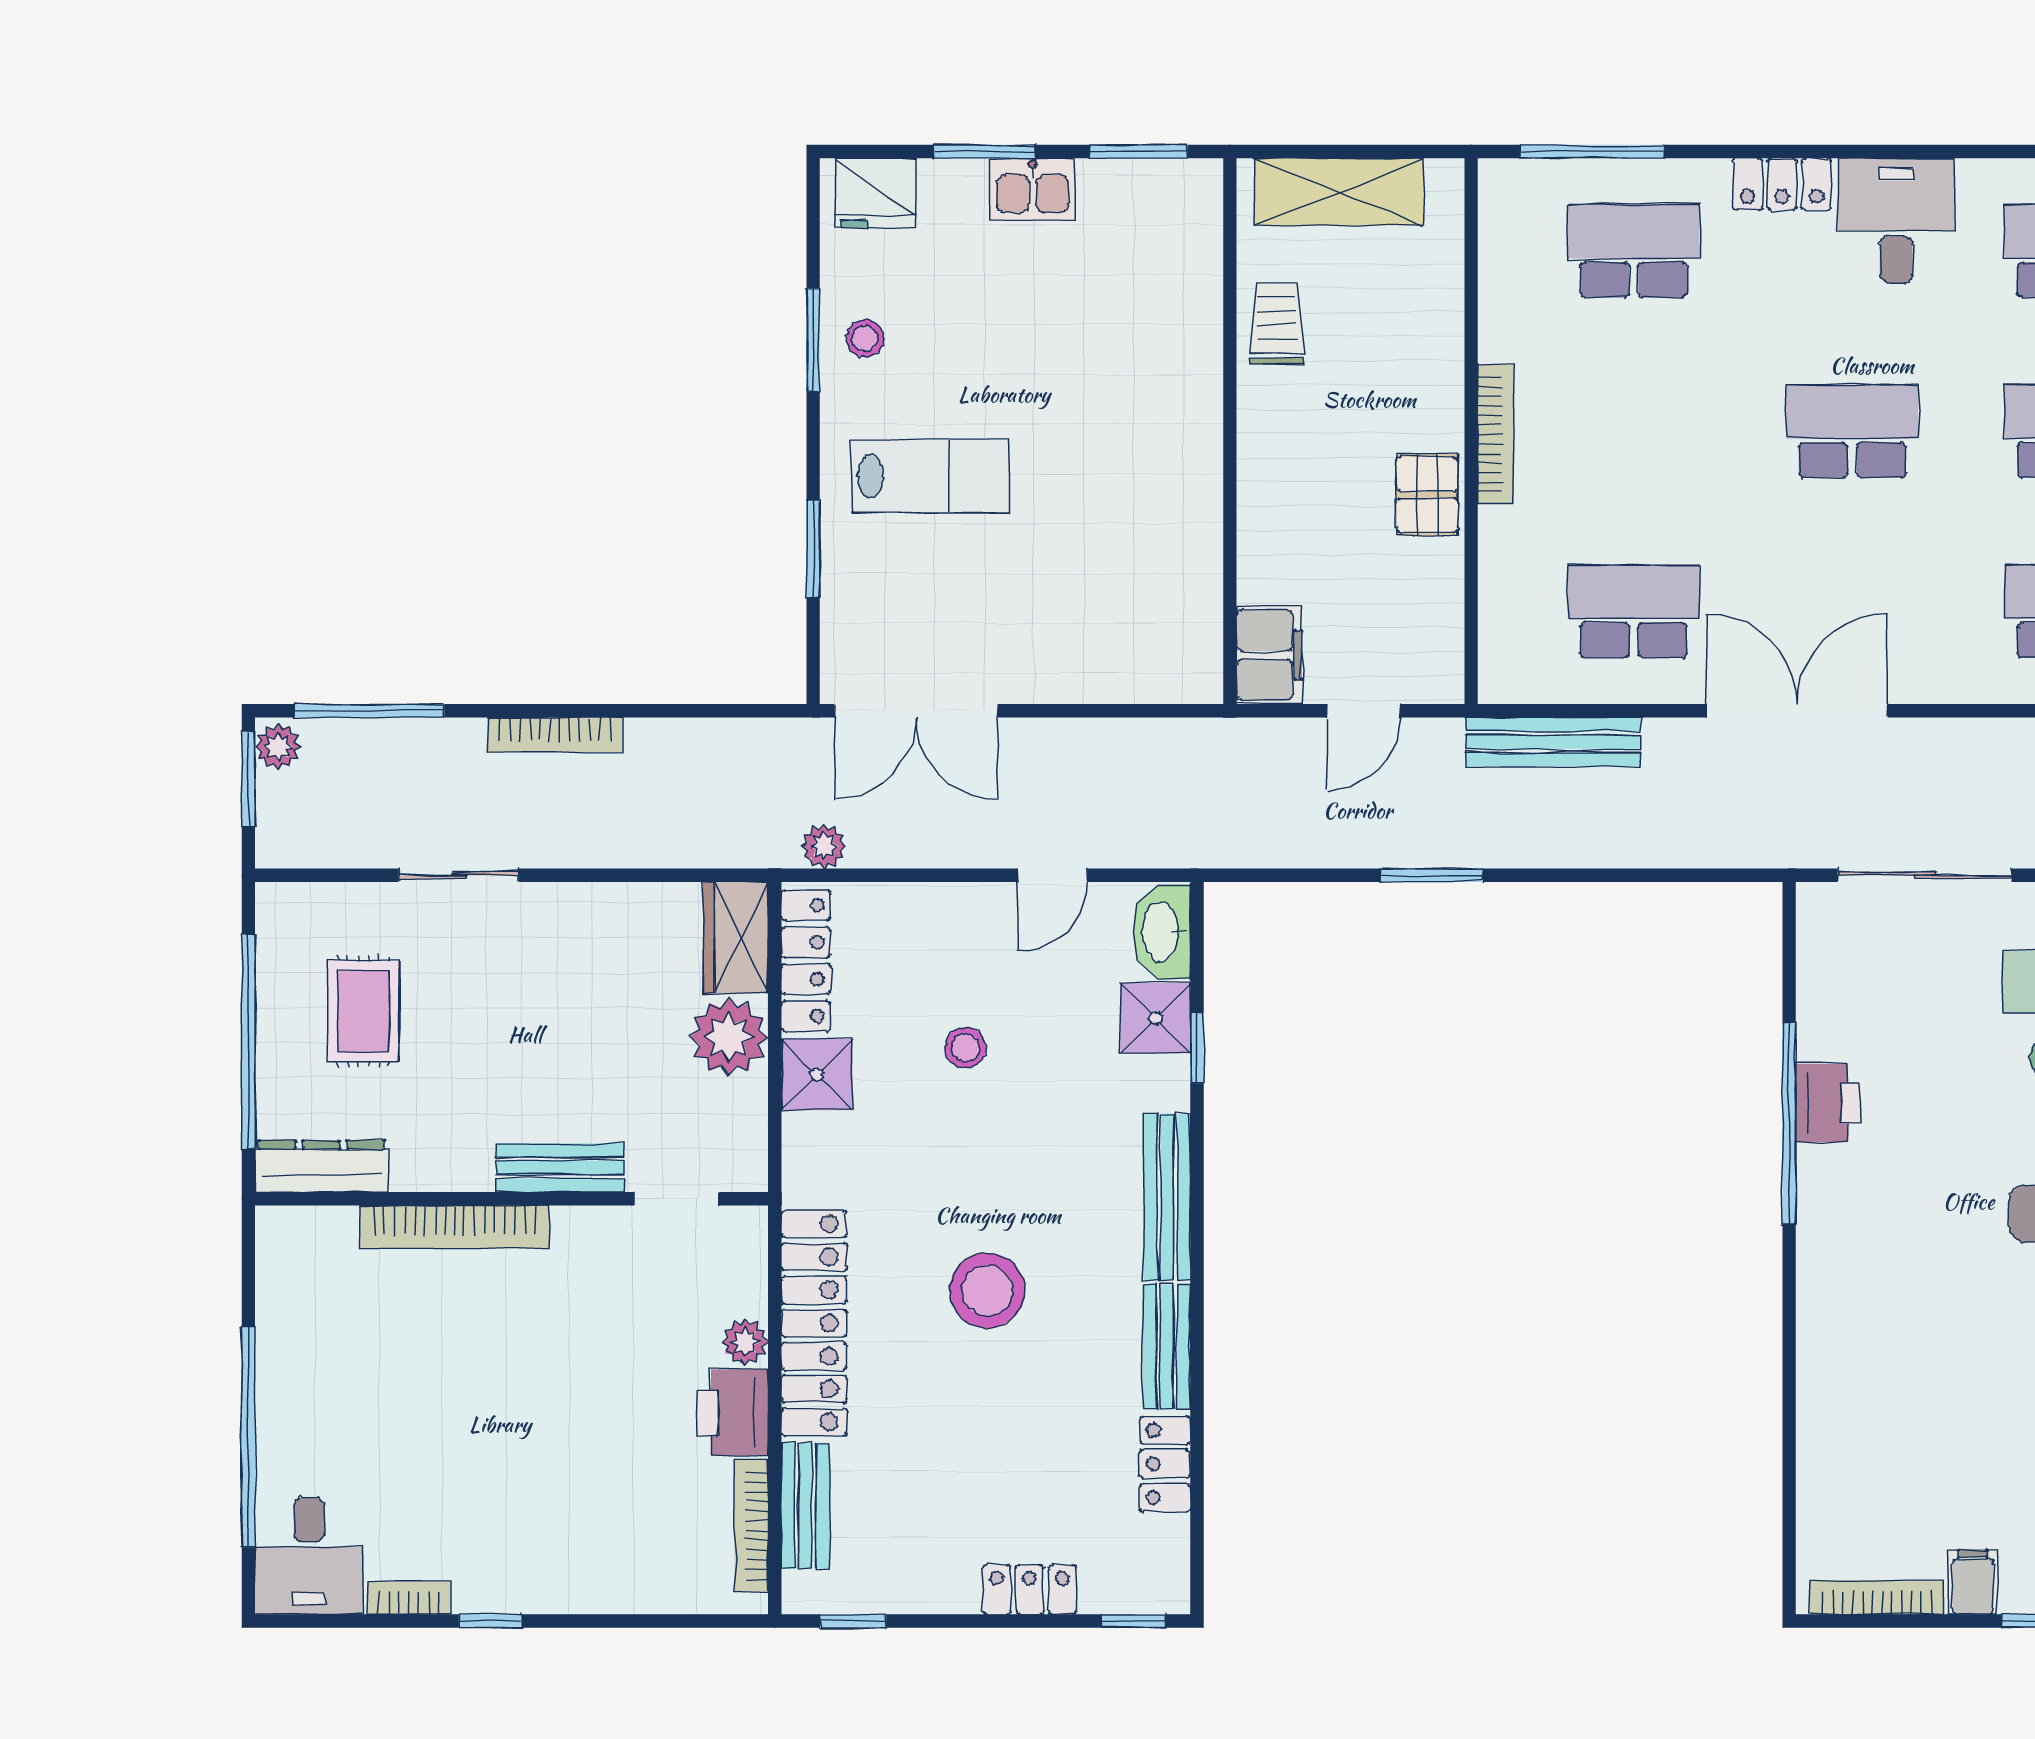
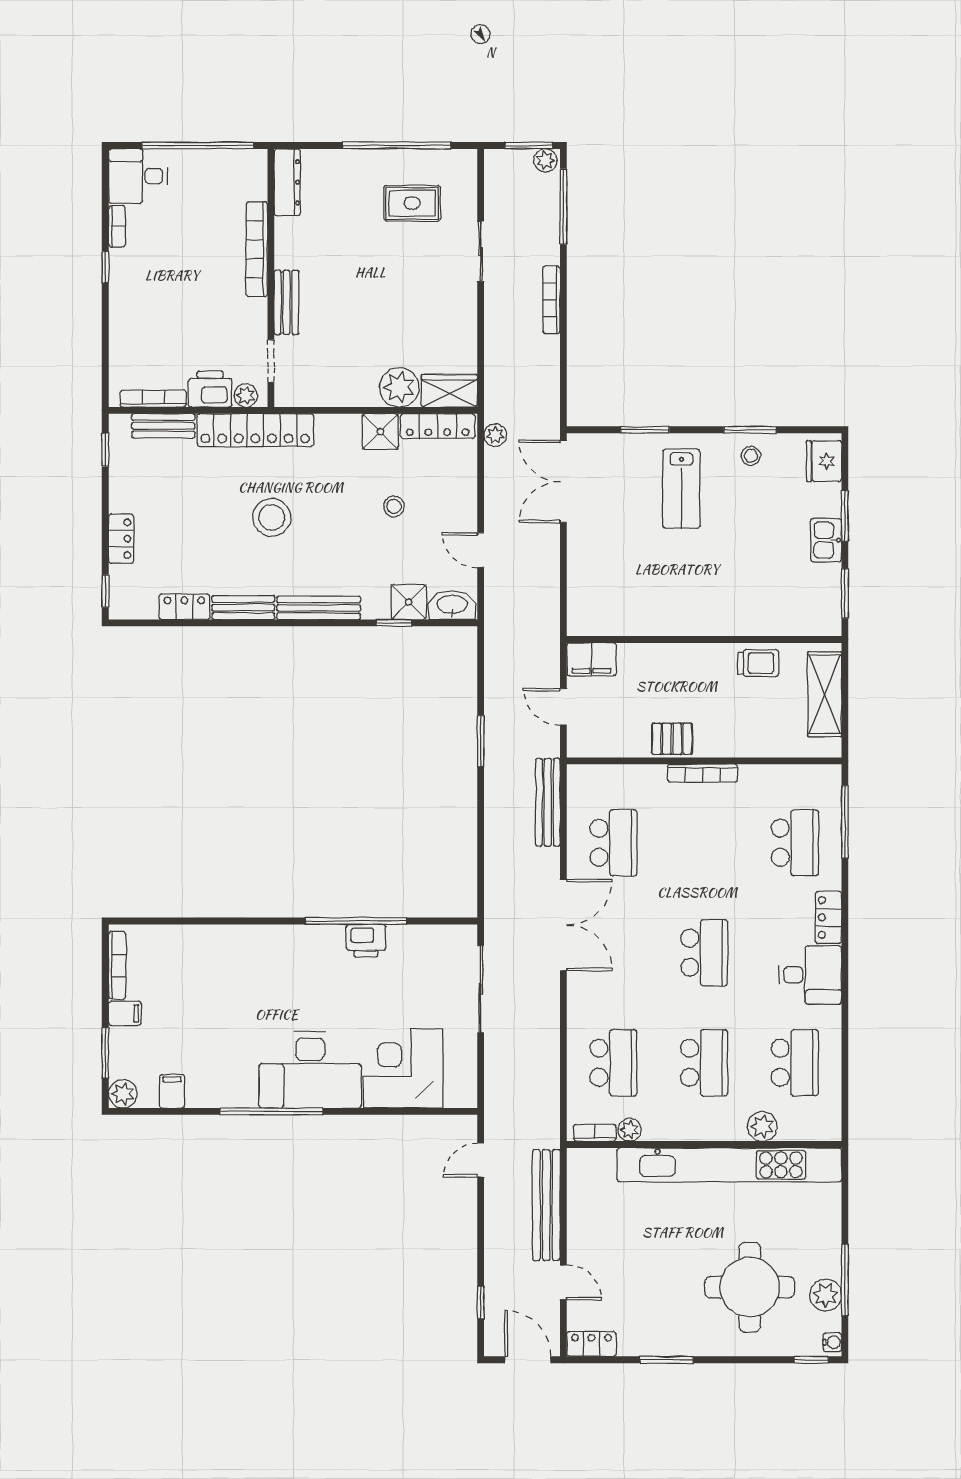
dresser: (322, 1166) -> (287, 182), moved
bench: (560, 1168) -> (286, 302), moved
wall: (512, 1199) -> (271, 278), moved
doorway: (676, 1199) -> (271, 361), moved
bookcase: (455, 1227) -> (257, 249), moved

